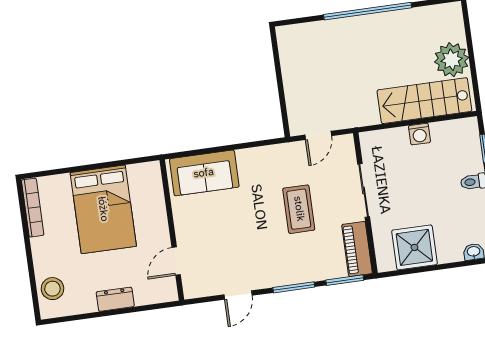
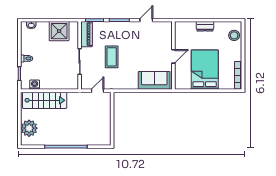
plant: (452, 60) -> (29, 128), moved
washing machine: (420, 134) -> (35, 85), moved
door: (176, 261) -> (173, 56), moved

